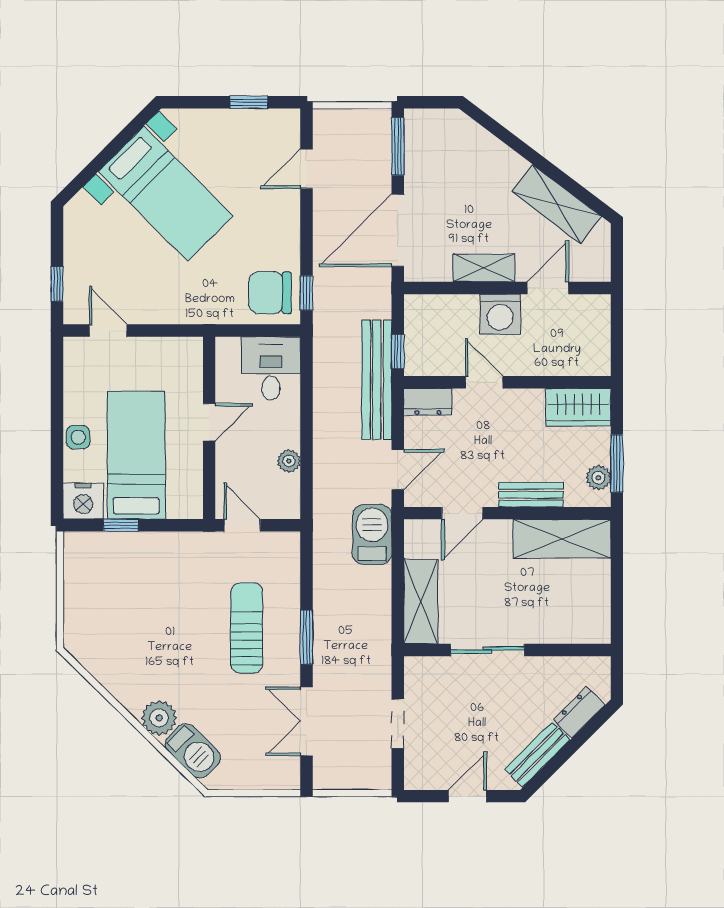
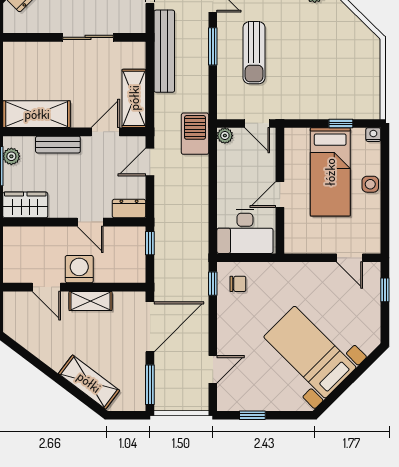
shelving: (557, 204) -> (89, 382), moved
door: (548, 288) -> (46, 287), hinge flipped
chair: (270, 293) -> (238, 284), width x0.54, depth x0.54
desk: (271, 368) -> (245, 232), width x1.37
bench: (377, 380) -> (164, 51), moved
plant: (289, 461) -> (225, 136), moved
nightstand: (83, 501) -> (373, 135), width x0.53, depth x0.56
barbecue: (372, 534) -> (195, 134), moved, turned 180
shelving: (421, 601) -> (134, 98), moved

